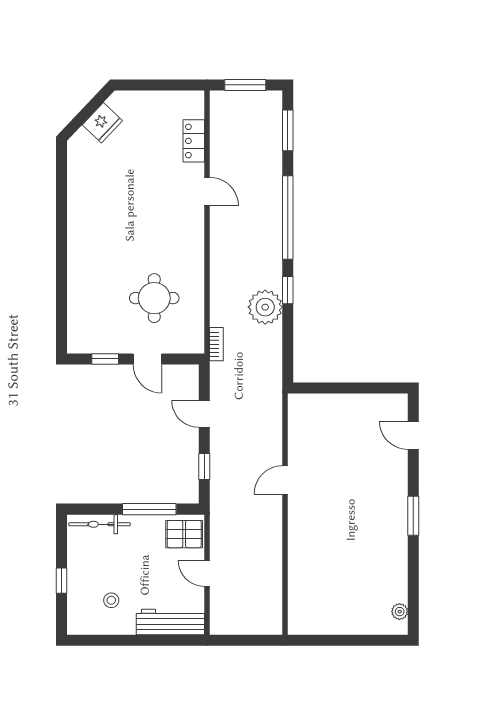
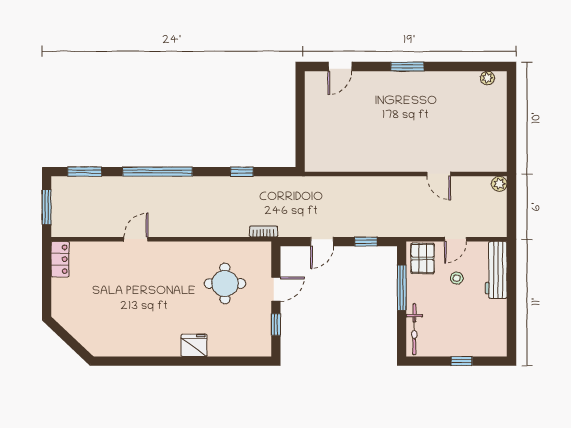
fridge: (102, 123) -> (194, 345), moved, turned -43
locker: (194, 141) -> (60, 259), moved, turned -90
window: (288, 290) -> (242, 172), moved
plant: (265, 307) -> (499, 184), moved, width x0.53, depth x0.53
door: (285, 480) -> (439, 174), moved
stool: (111, 600) -> (457, 278), moved

